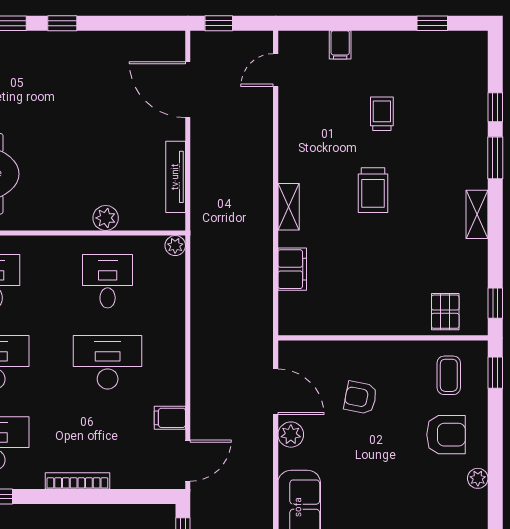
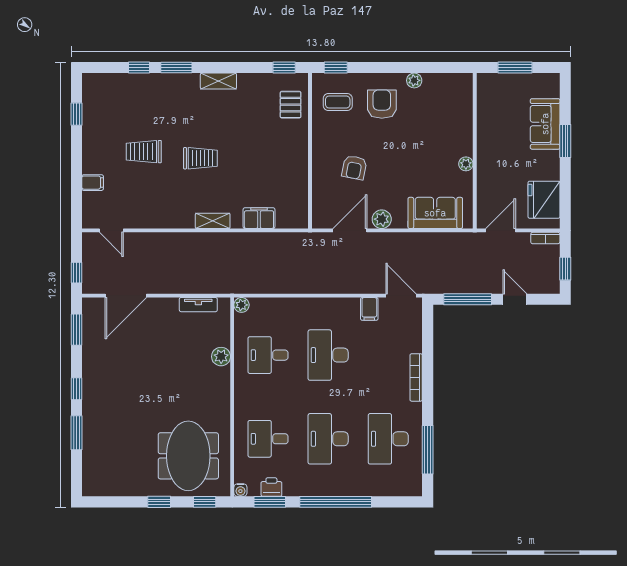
window: (142, 23) -> (77, 330), added
trolley: (382, 114) -> (144, 152), width x1.36, depth x1.39
tv unit: (176, 177) -> (198, 305), width x0.71
pallet: (445, 312) -> (291, 105), turned 90

